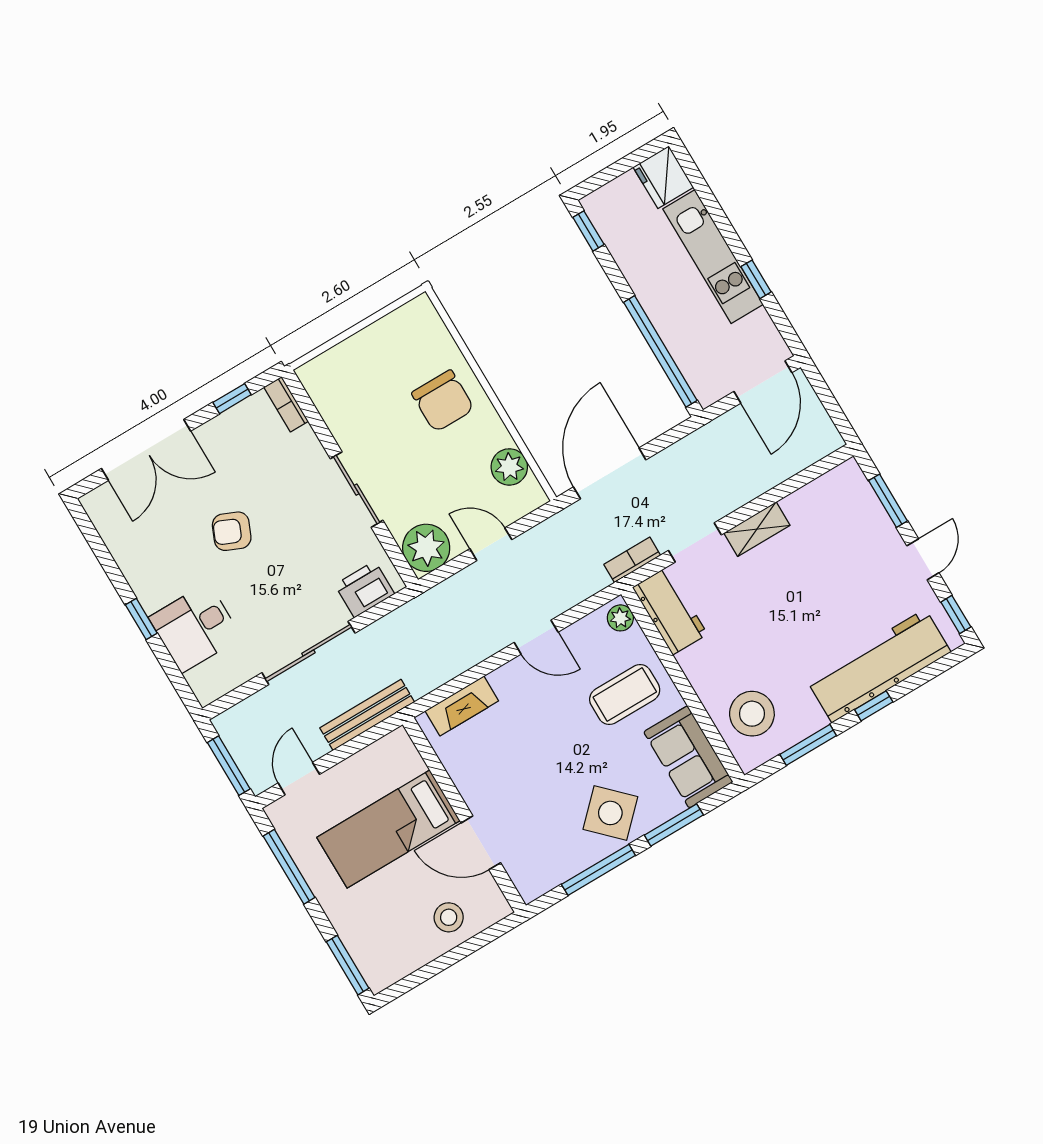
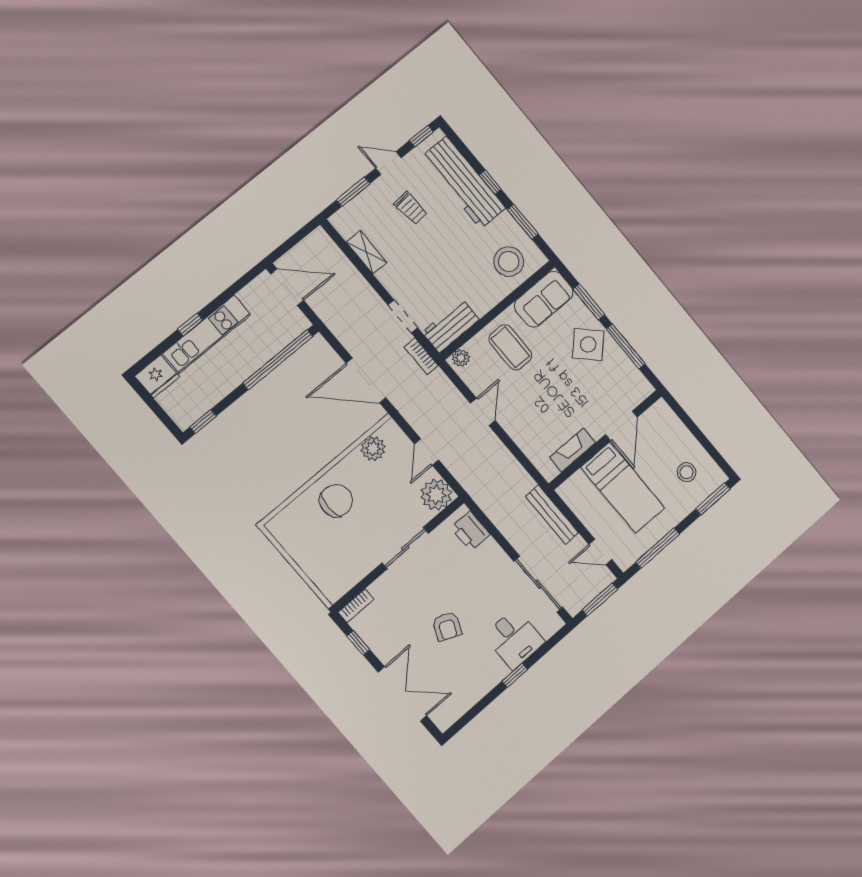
window: (756, 279) -> (190, 325), moved
shelving: (757, 529) -> (367, 252), moved
trolley: (852, 581) -> (410, 208), added
sliding door: (308, 653) -> (538, 584), moved
fireplace: (462, 706) -> (573, 450), moved, turned -90
stool: (449, 917) -> (687, 472), moved

